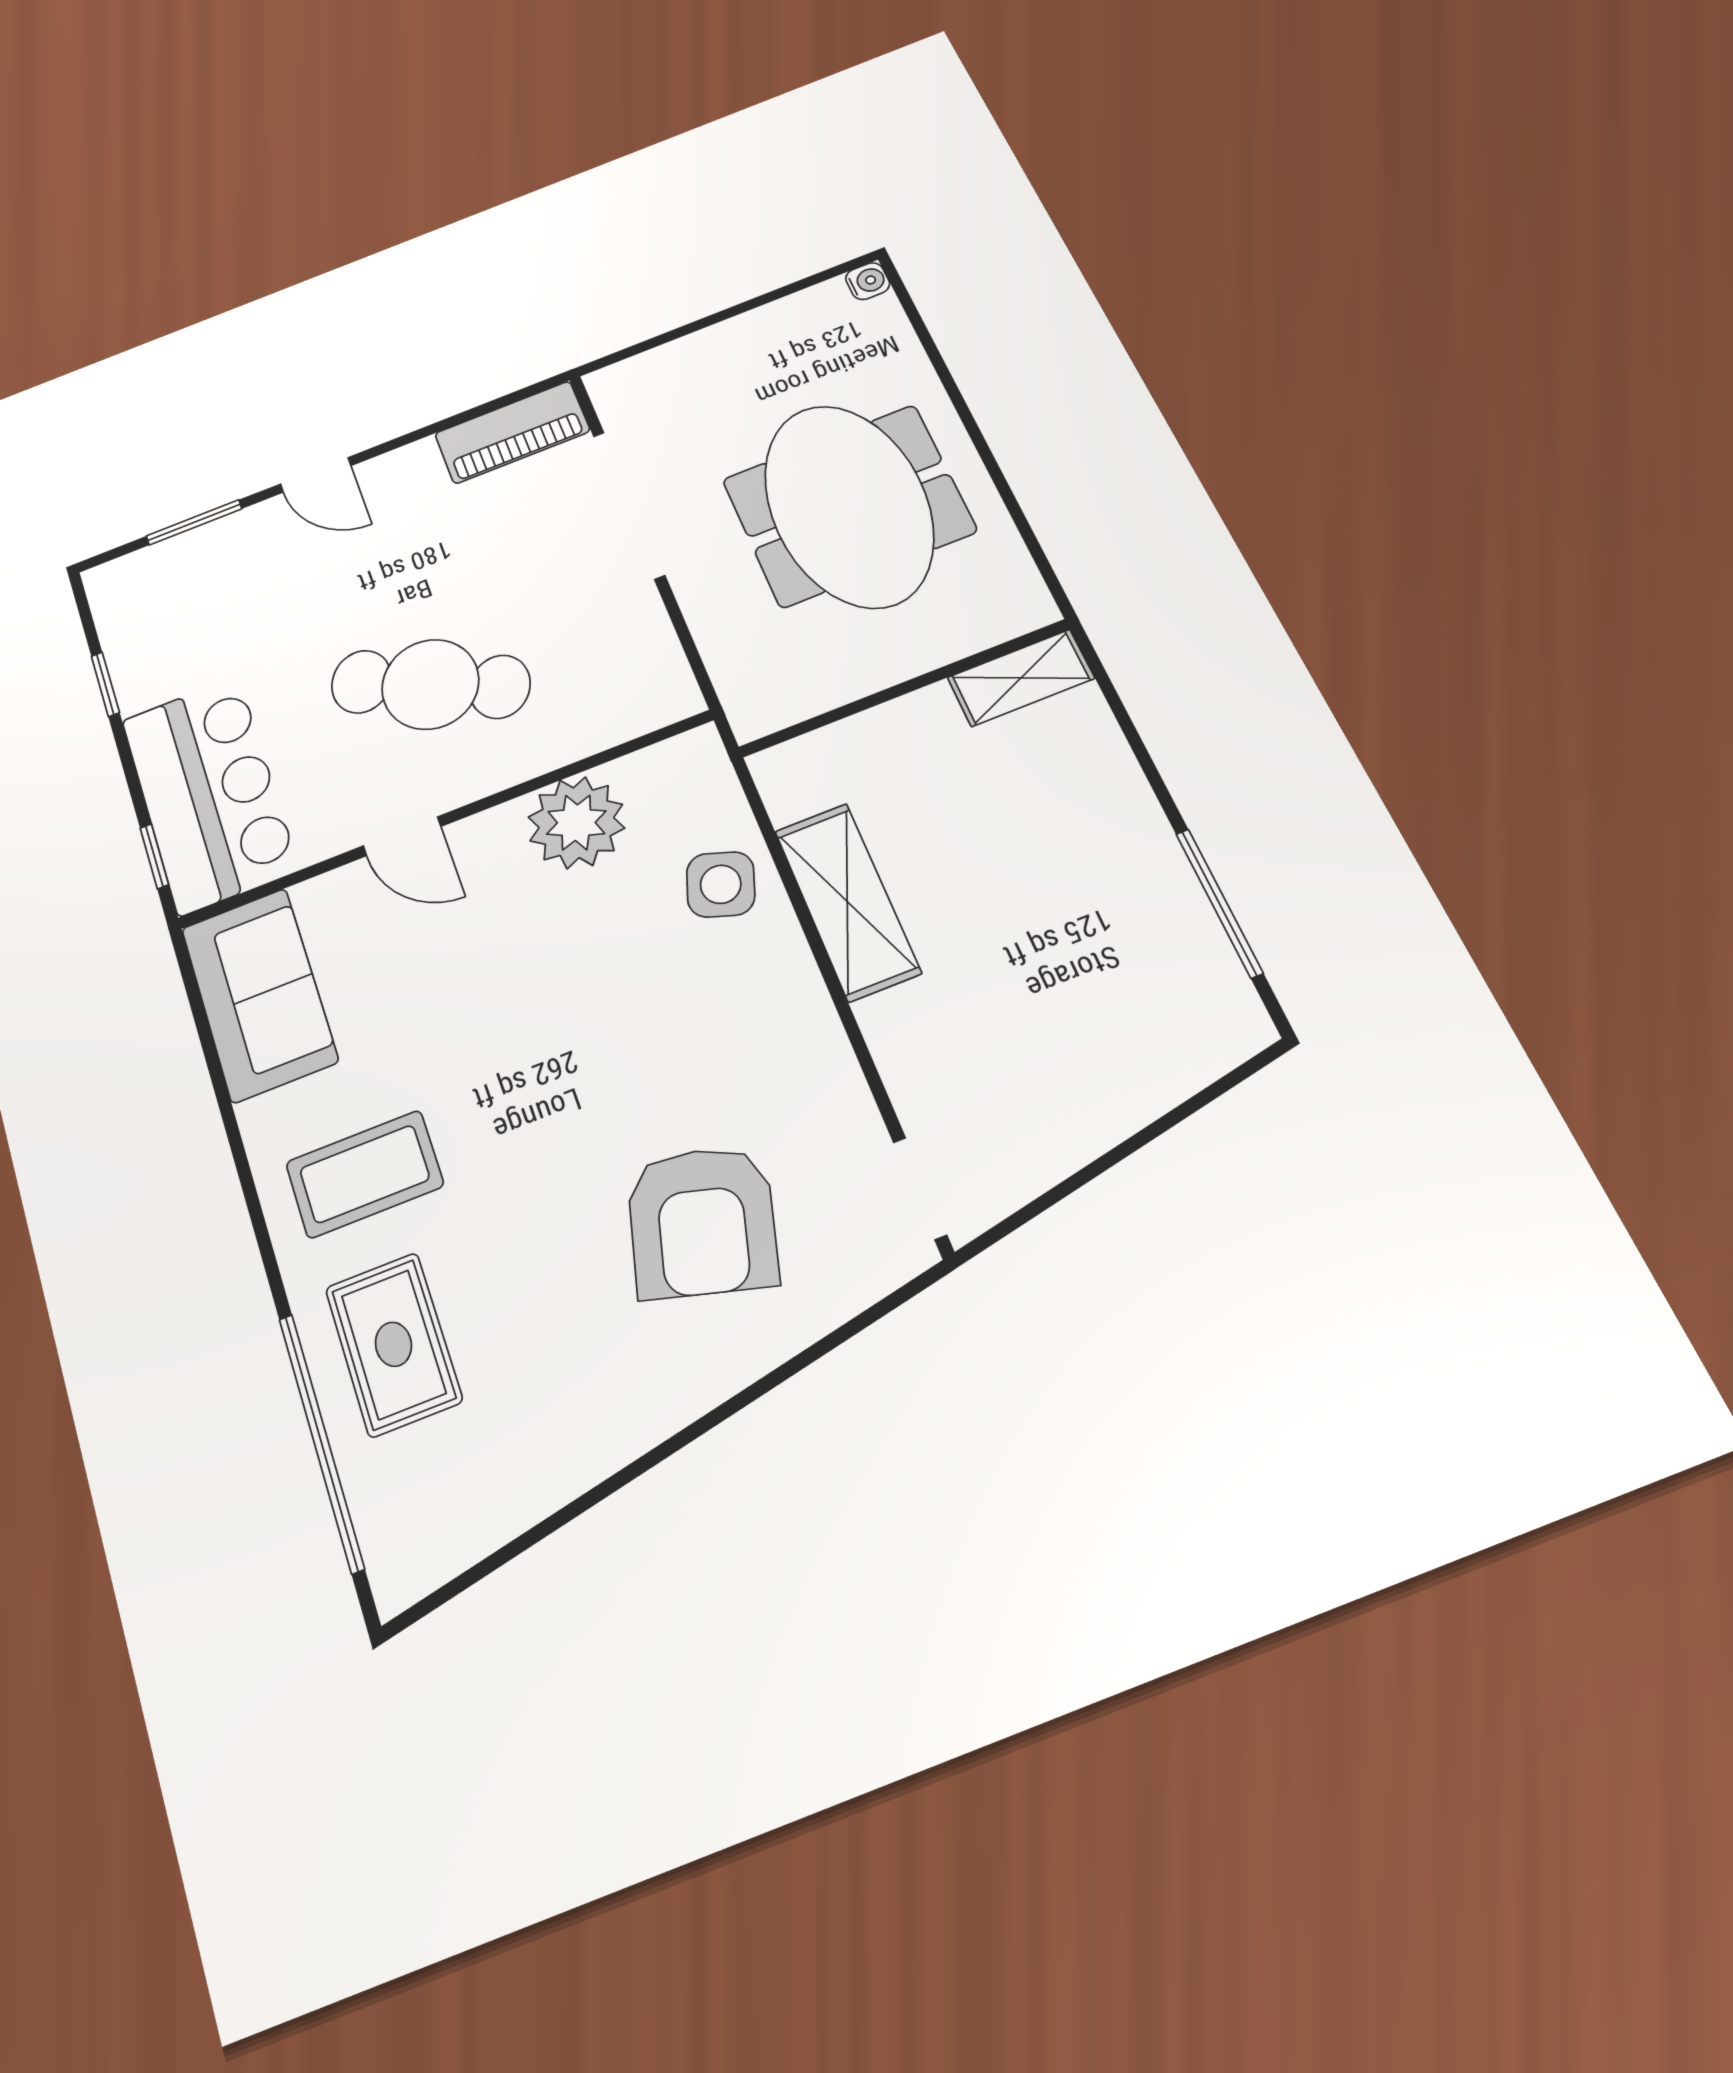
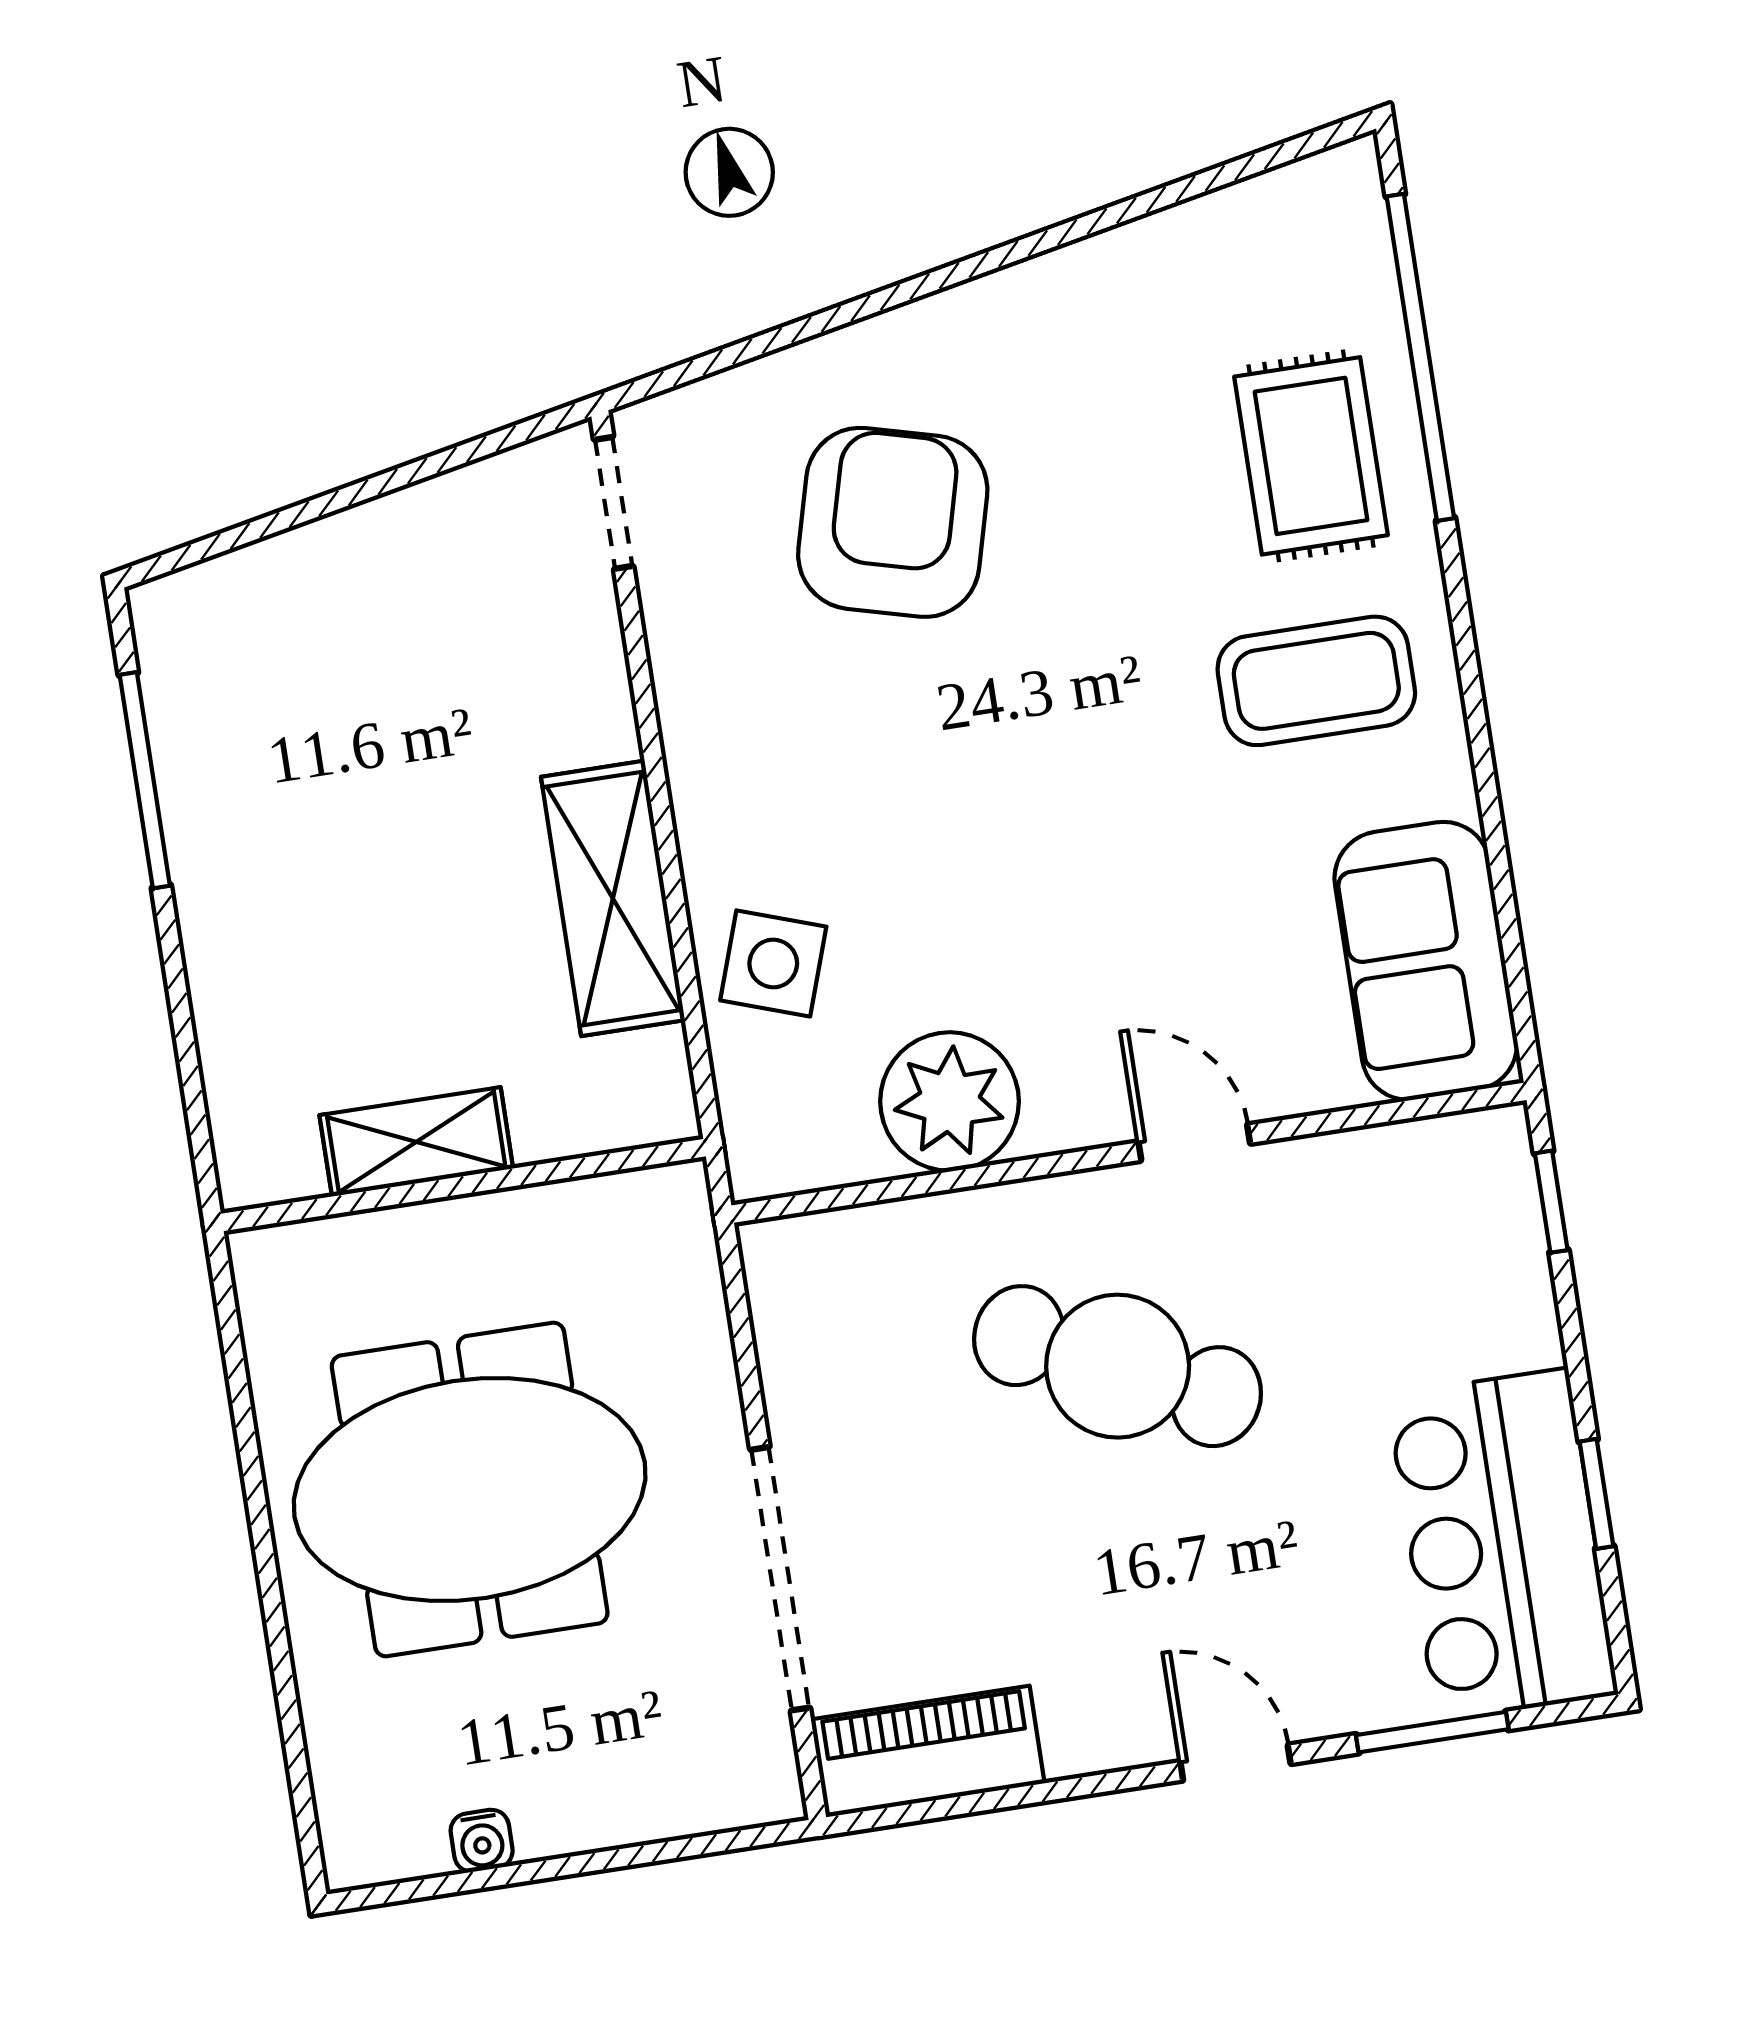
water cooler: (868, 281) -> (482, 1841), moved, turned -90
meeting table: (848, 505) -> (470, 1490), turned 90
shelving: (1021, 678) -> (416, 1142), moved
bar counter: (209, 794) -> (1502, 1545), moved

